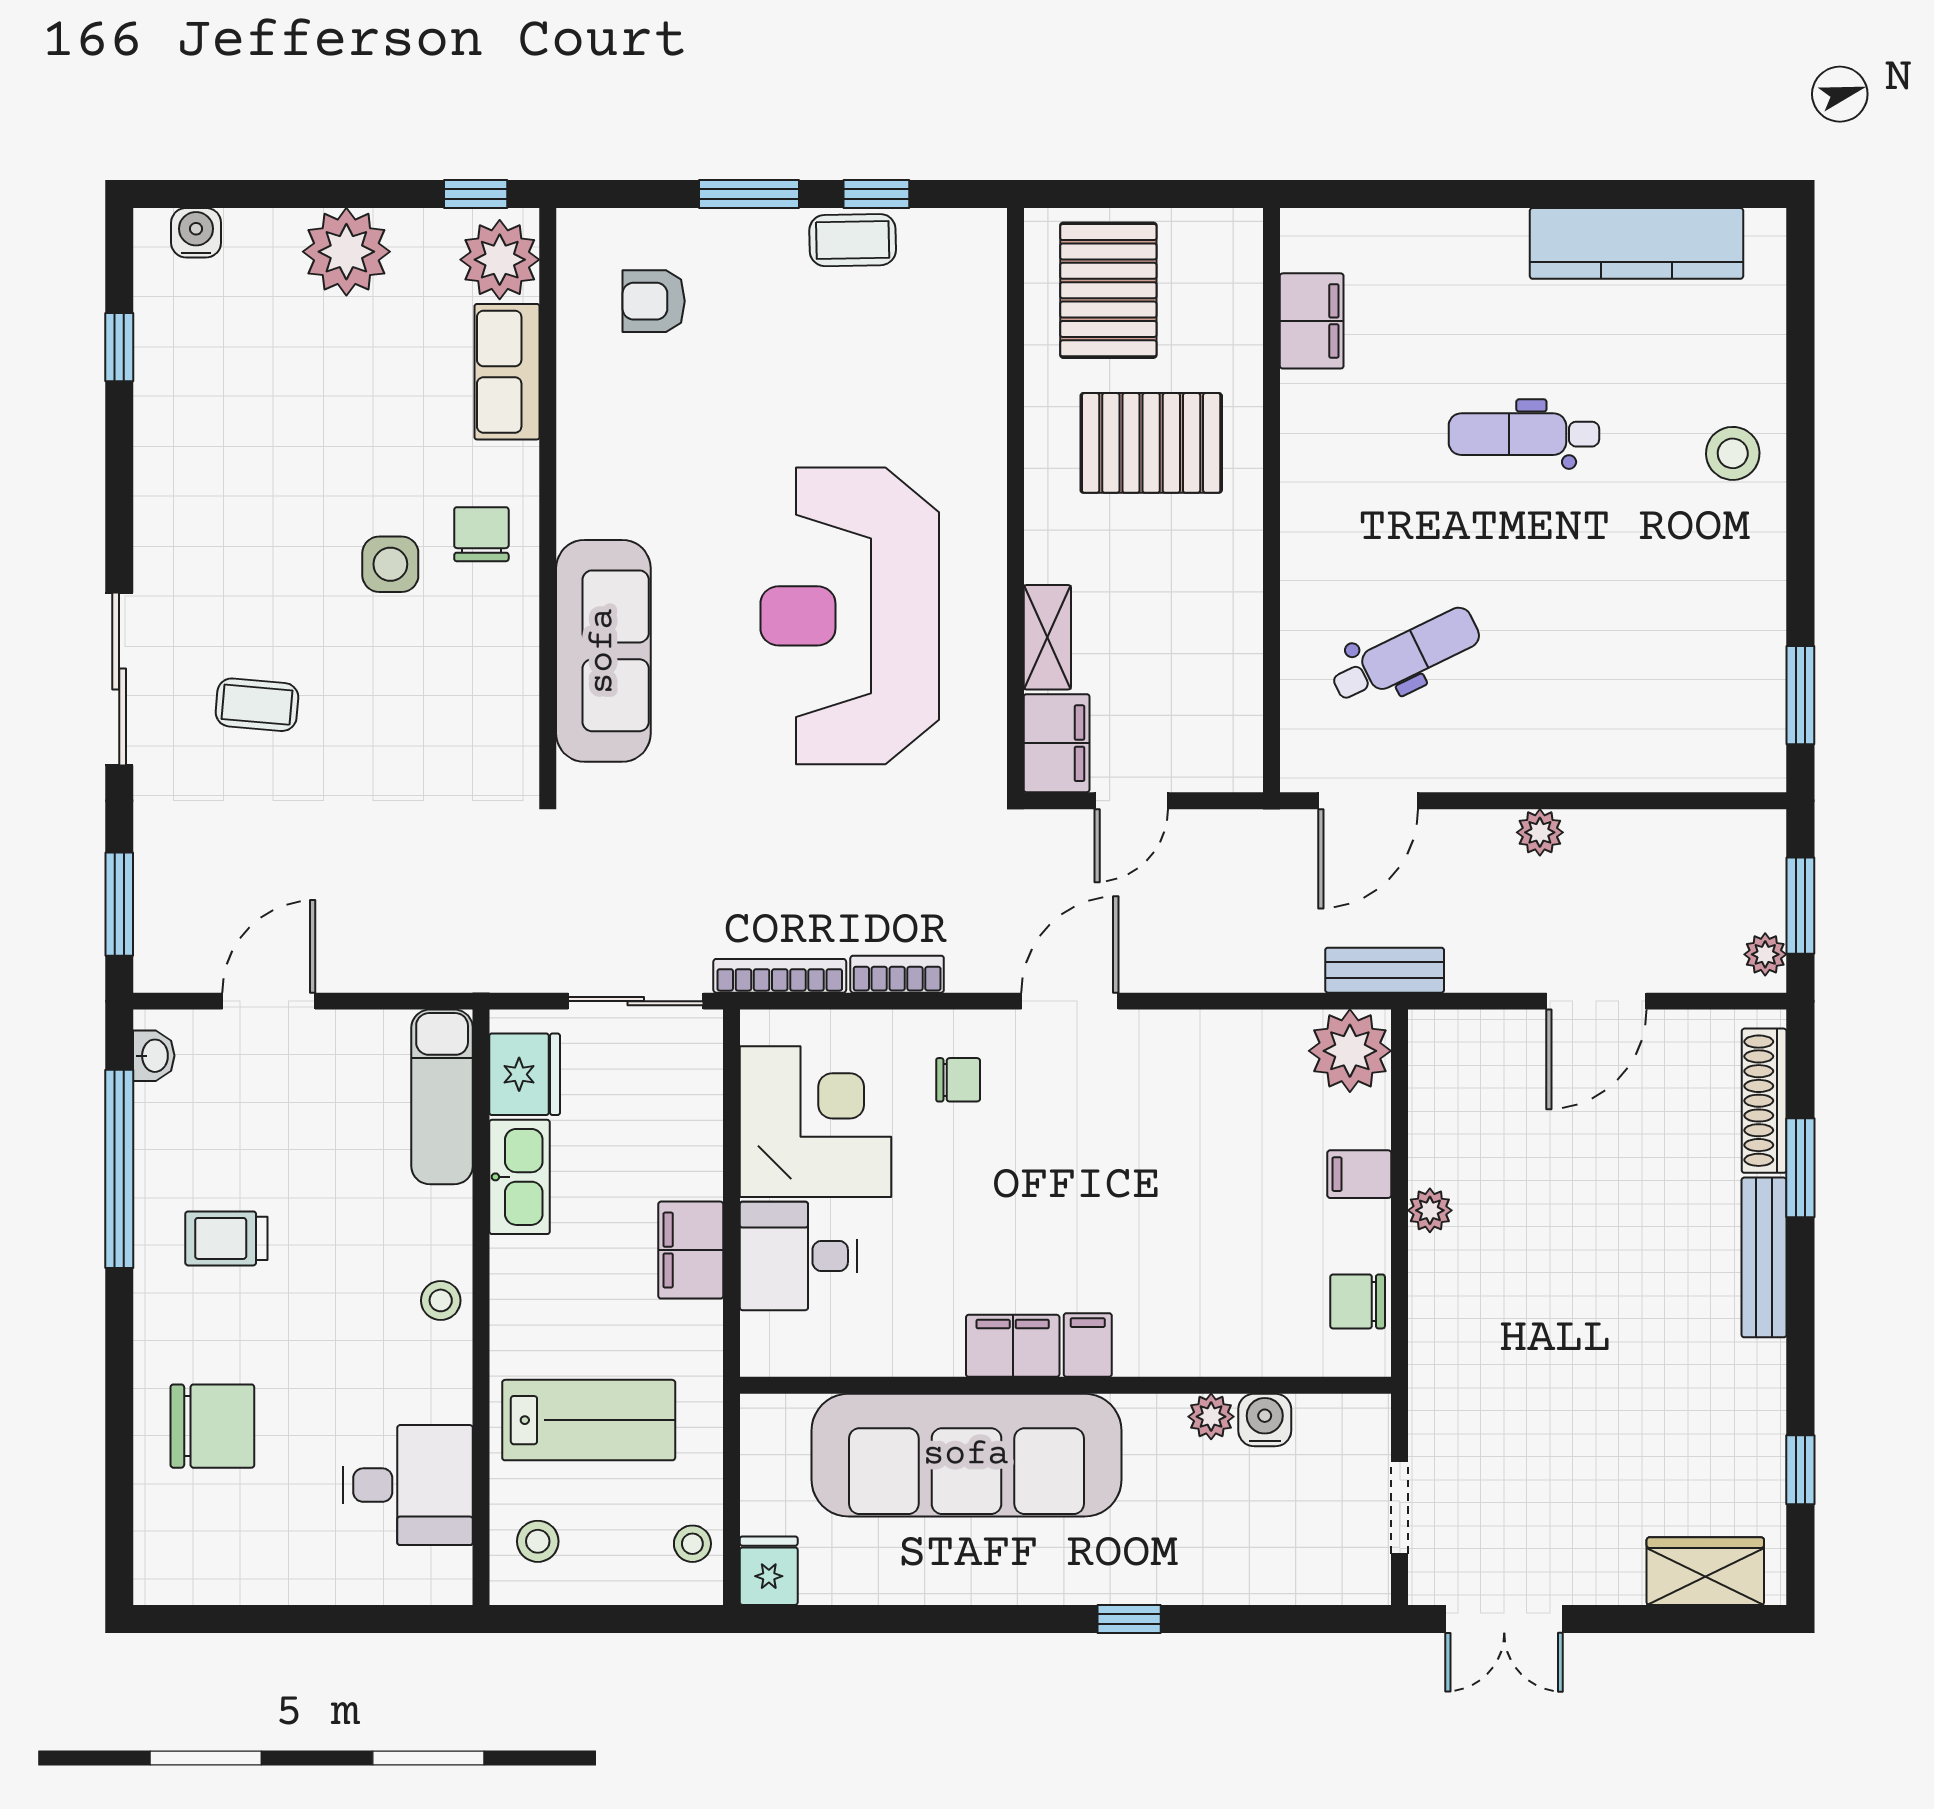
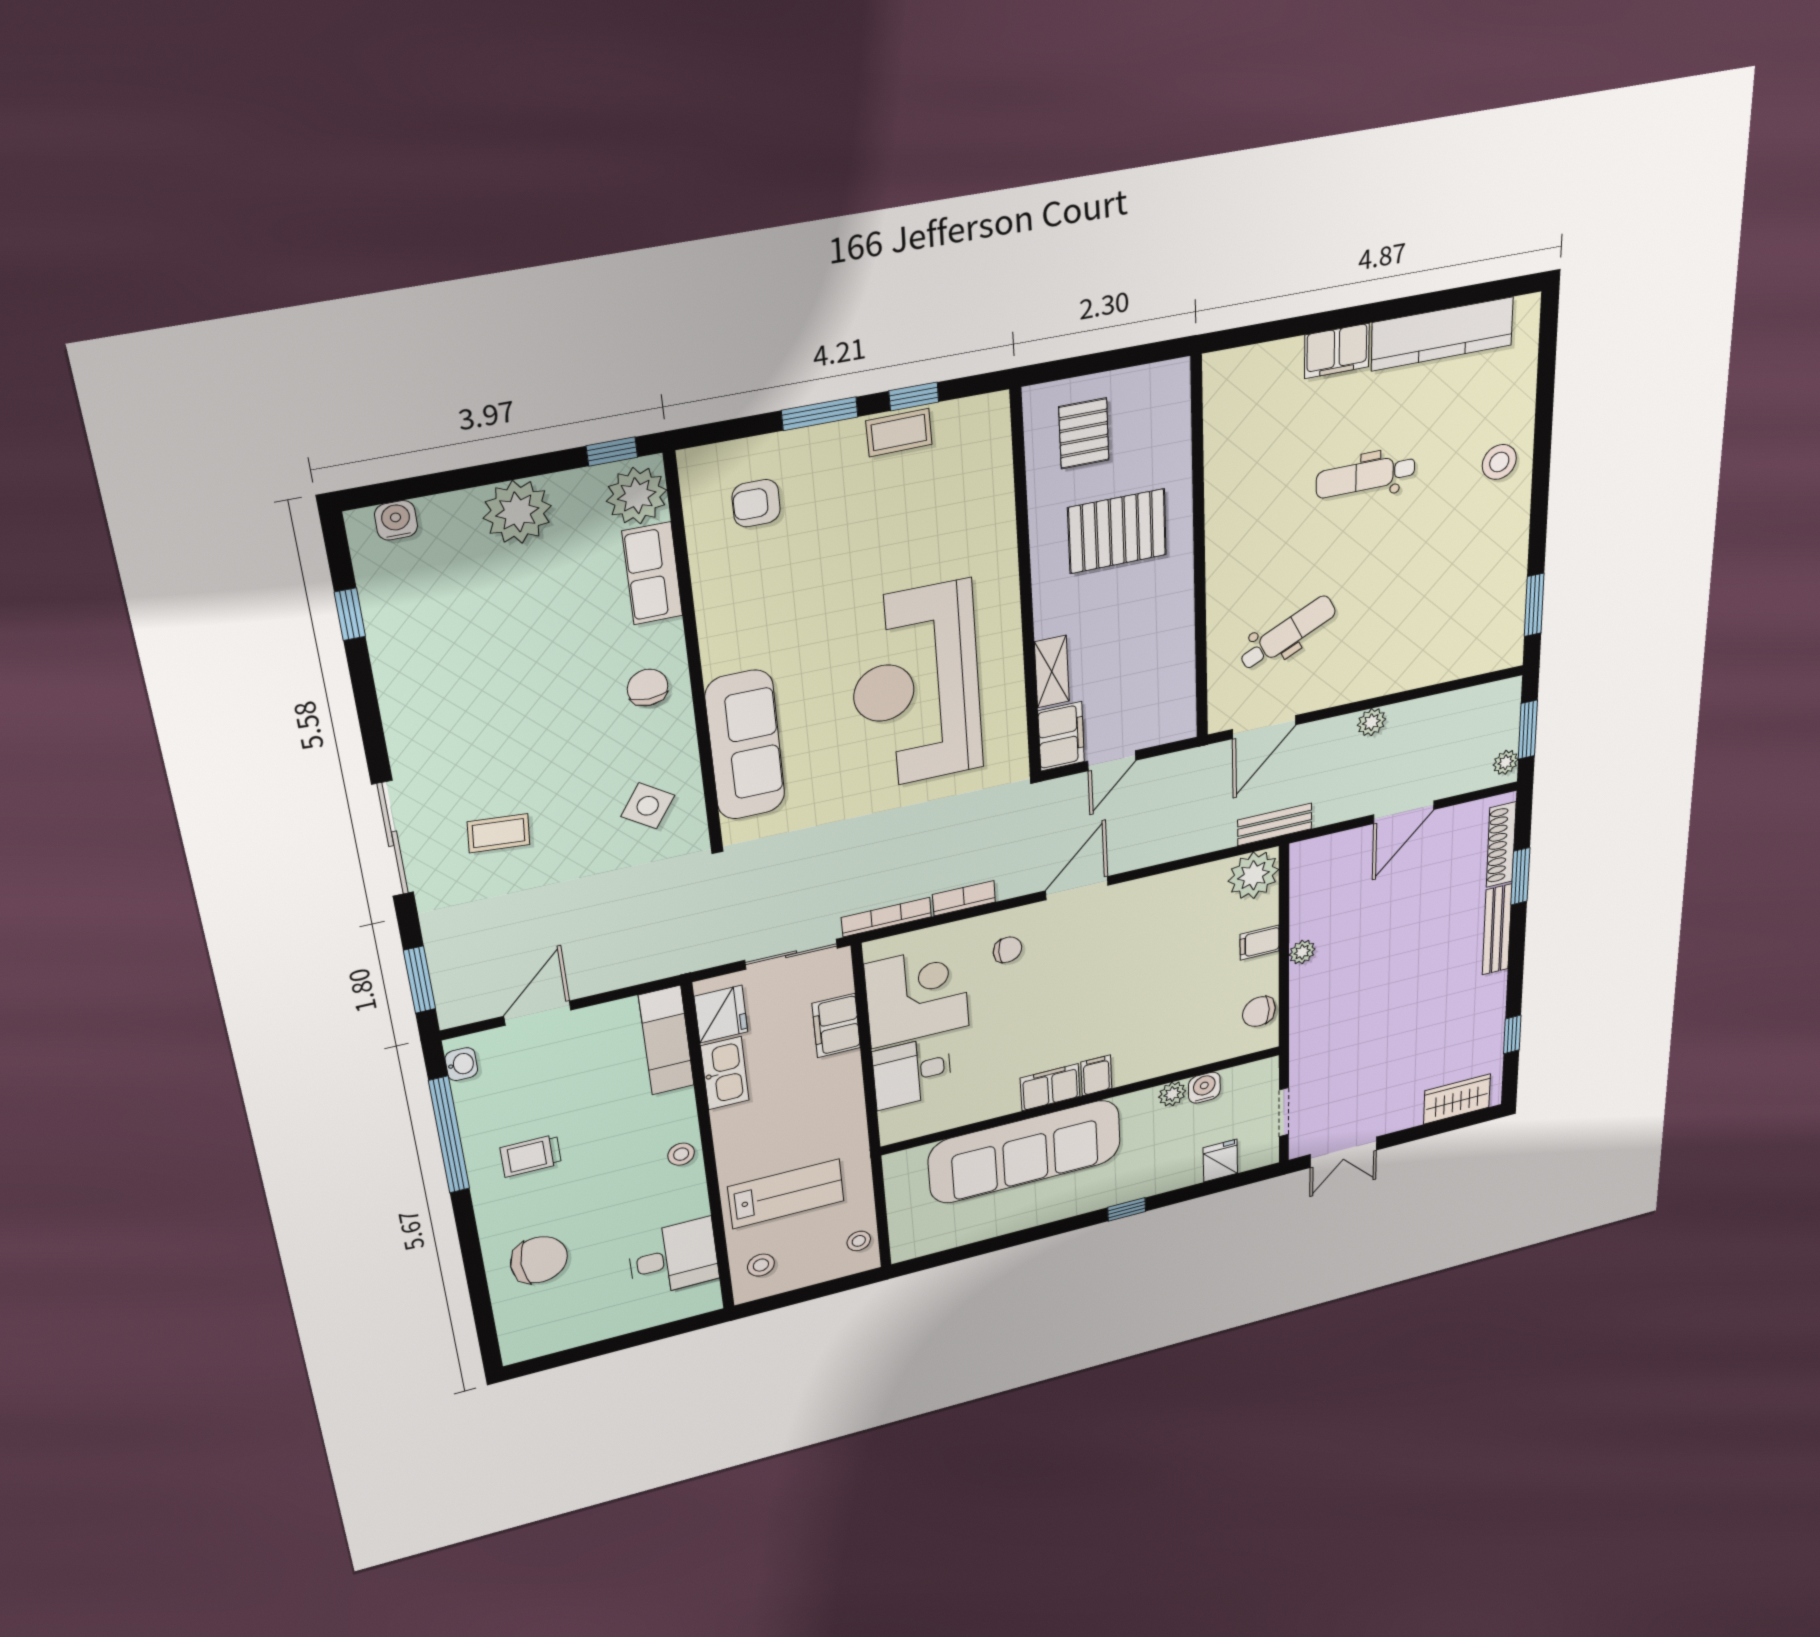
pallet: (1108, 290) -> (1084, 433), width x0.67, depth x0.71
filing cabinet: (1312, 321) -> (1337, 351), moved, turned 90
side table: (390, 564) -> (648, 806), moved, turned 34
filing cabinet: (691, 1250) -> (836, 1026), moved
fridge: (769, 1571) -> (1220, 1161), moved

